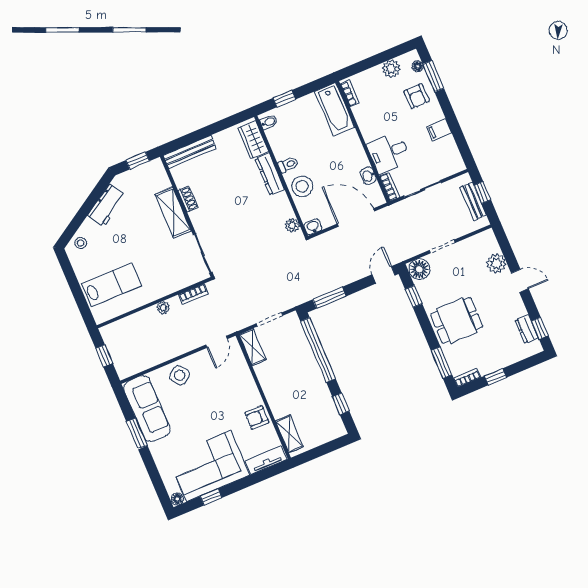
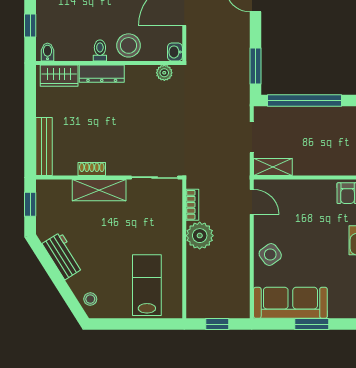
plant: (163, 308) -> (200, 236), width x1.87, depth x1.87

